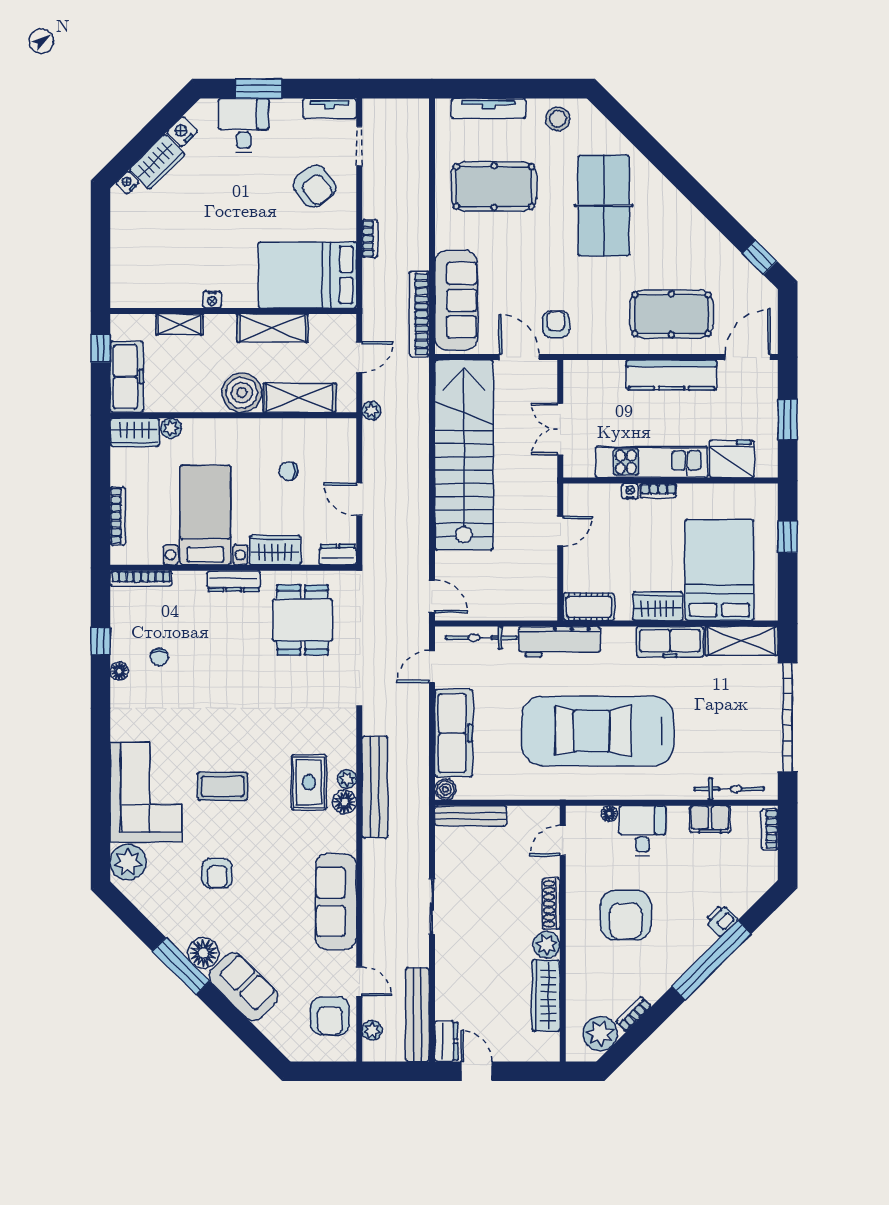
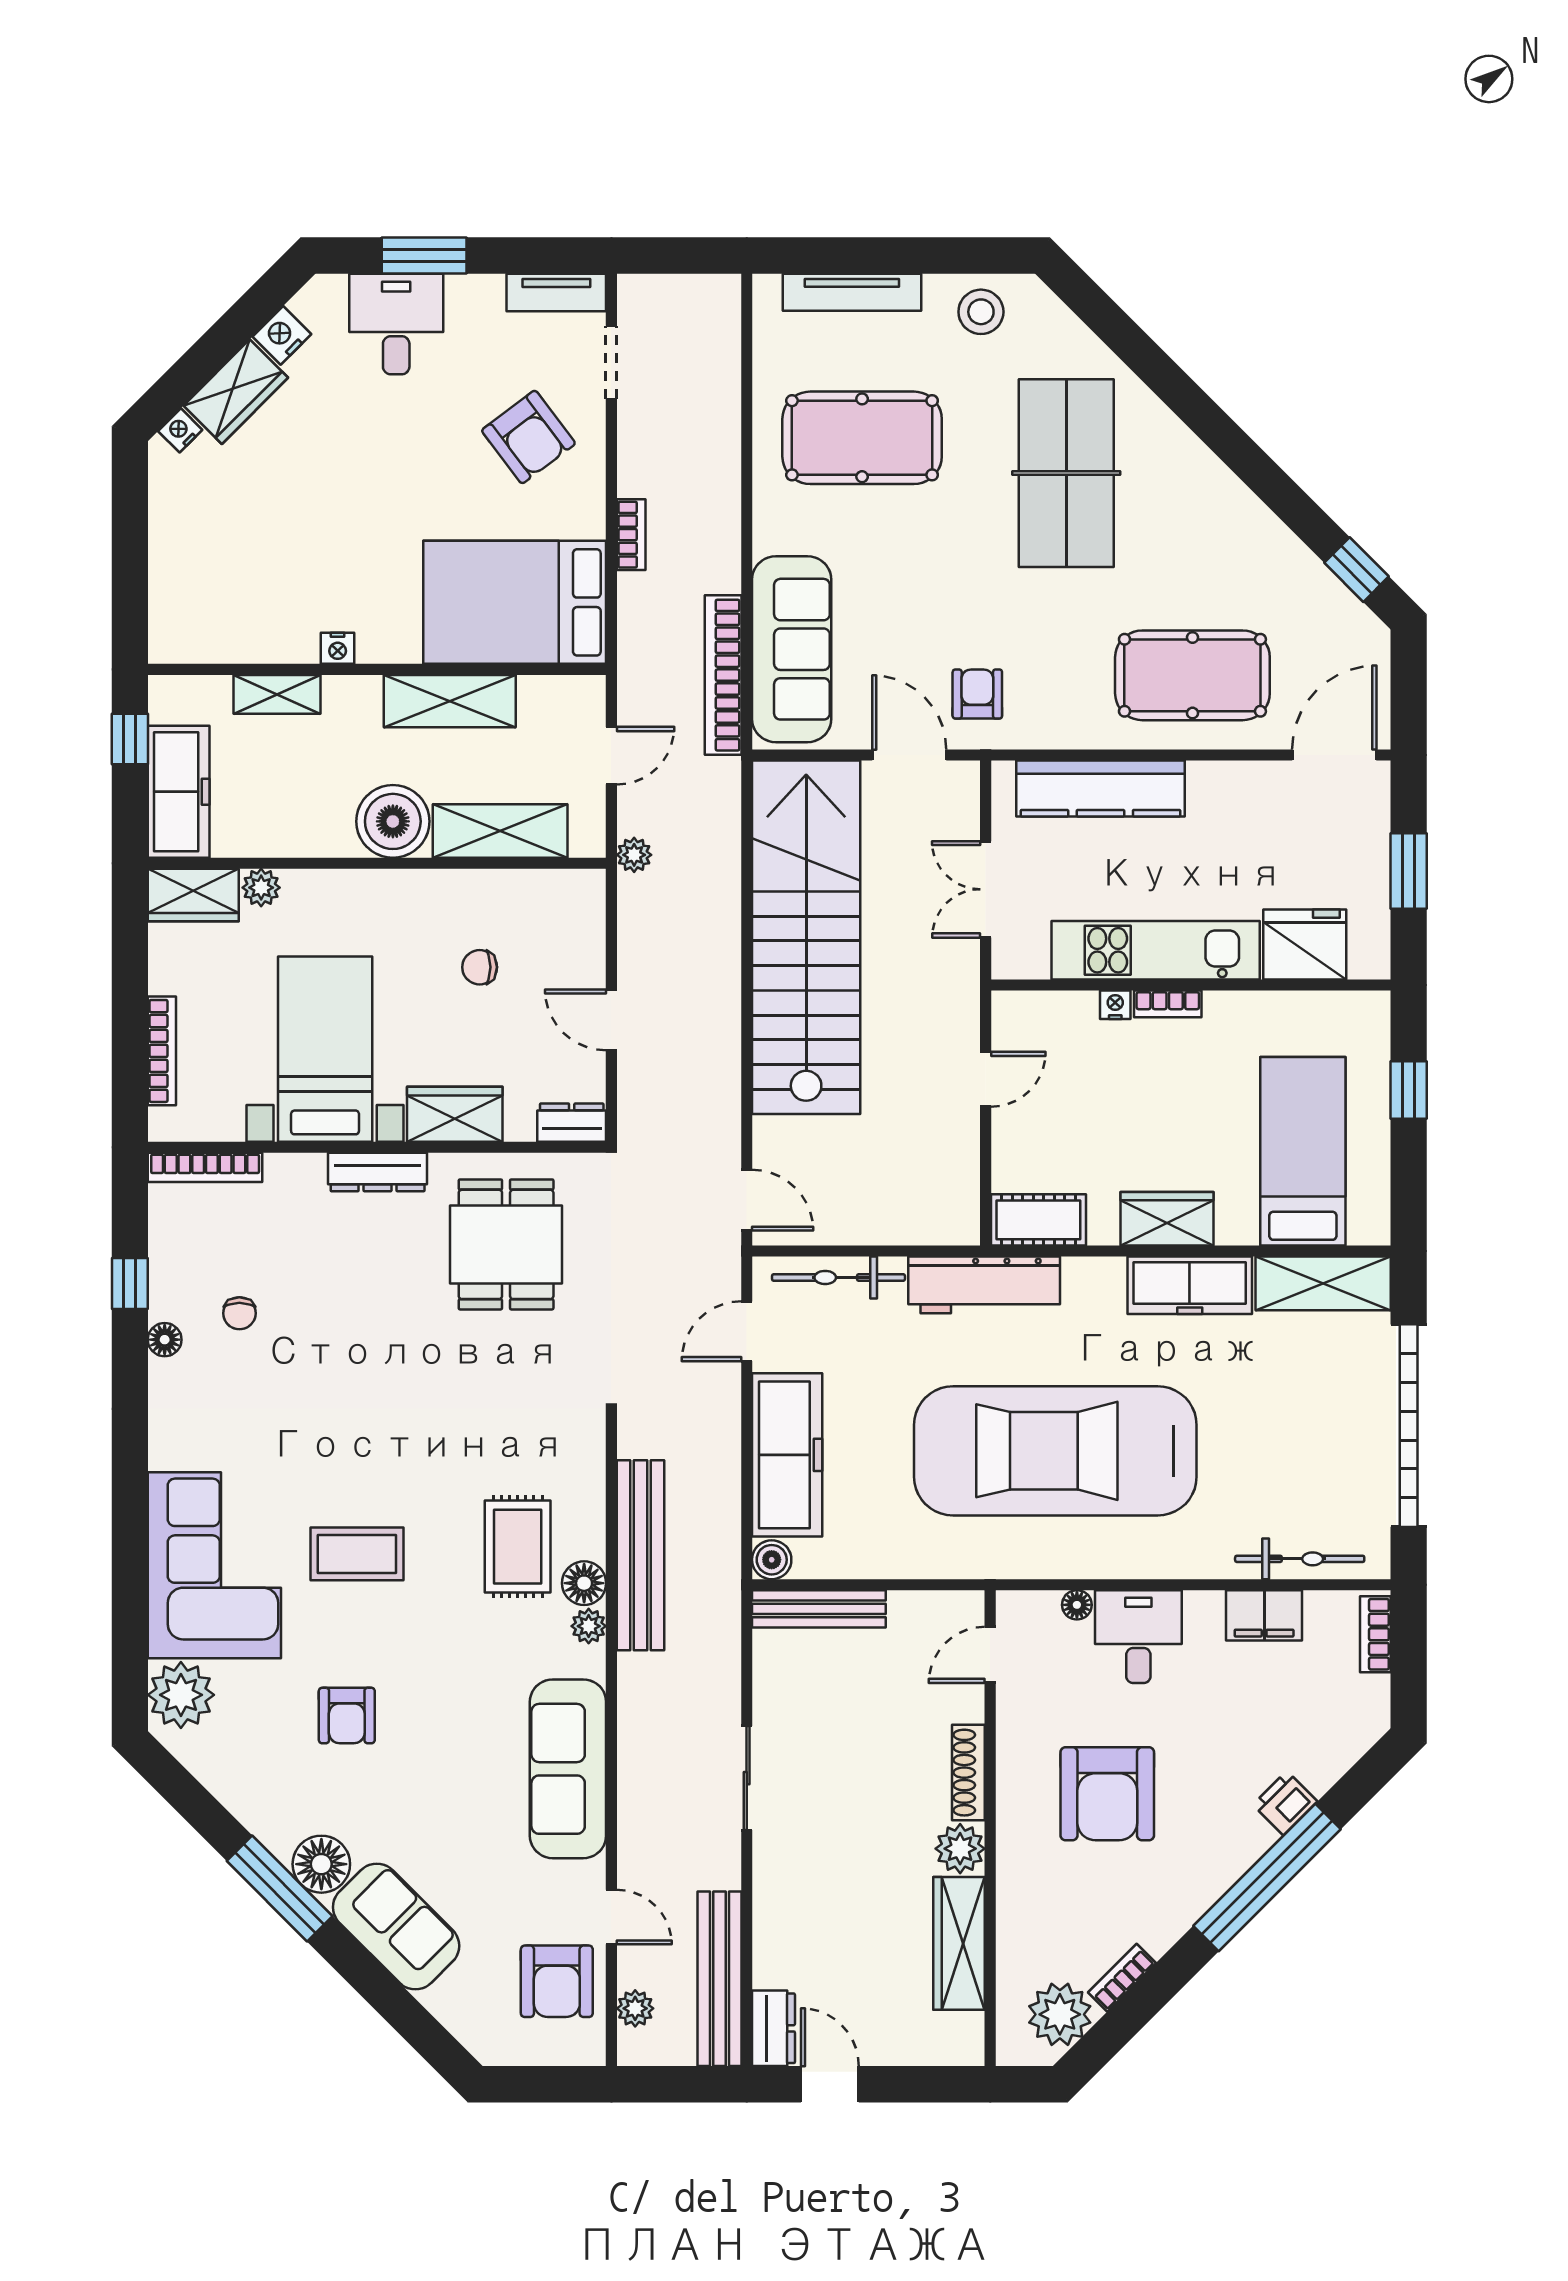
kitchen counter: (671, 375) -> (1101, 788), moved
bed: (719, 570) -> (1303, 1151), width x0.67
plant: (347, 779) -> (589, 1626), moved

